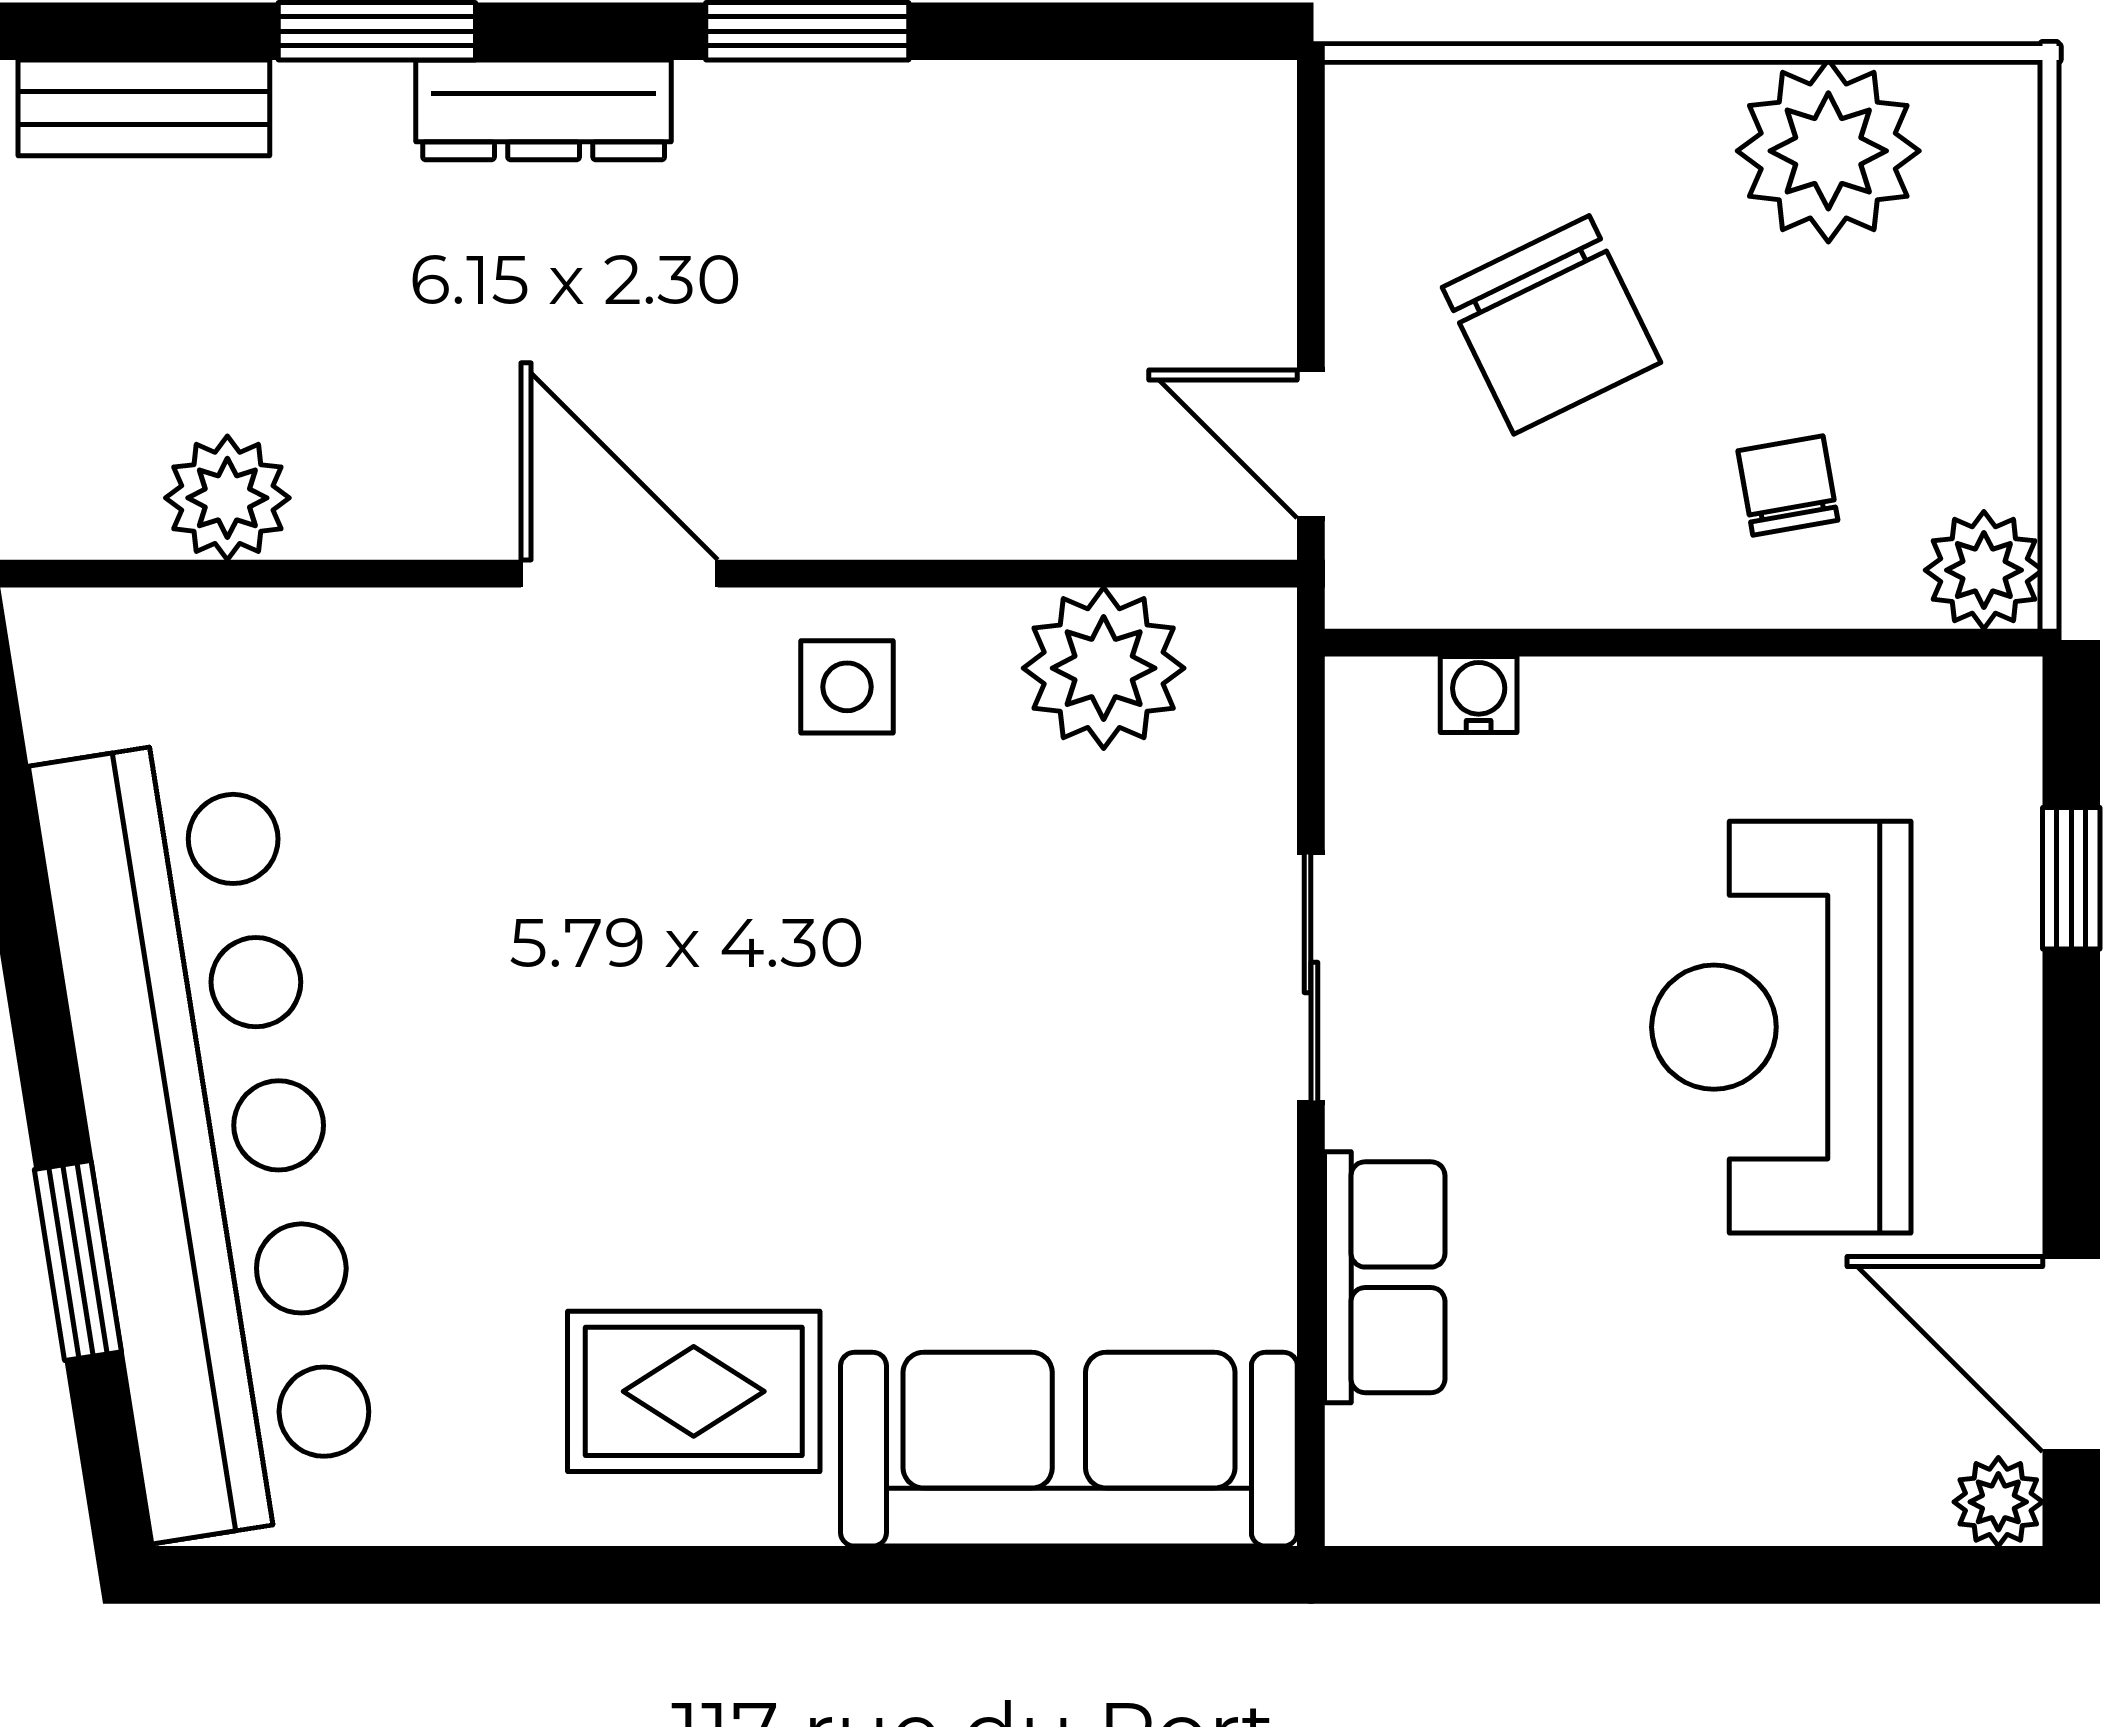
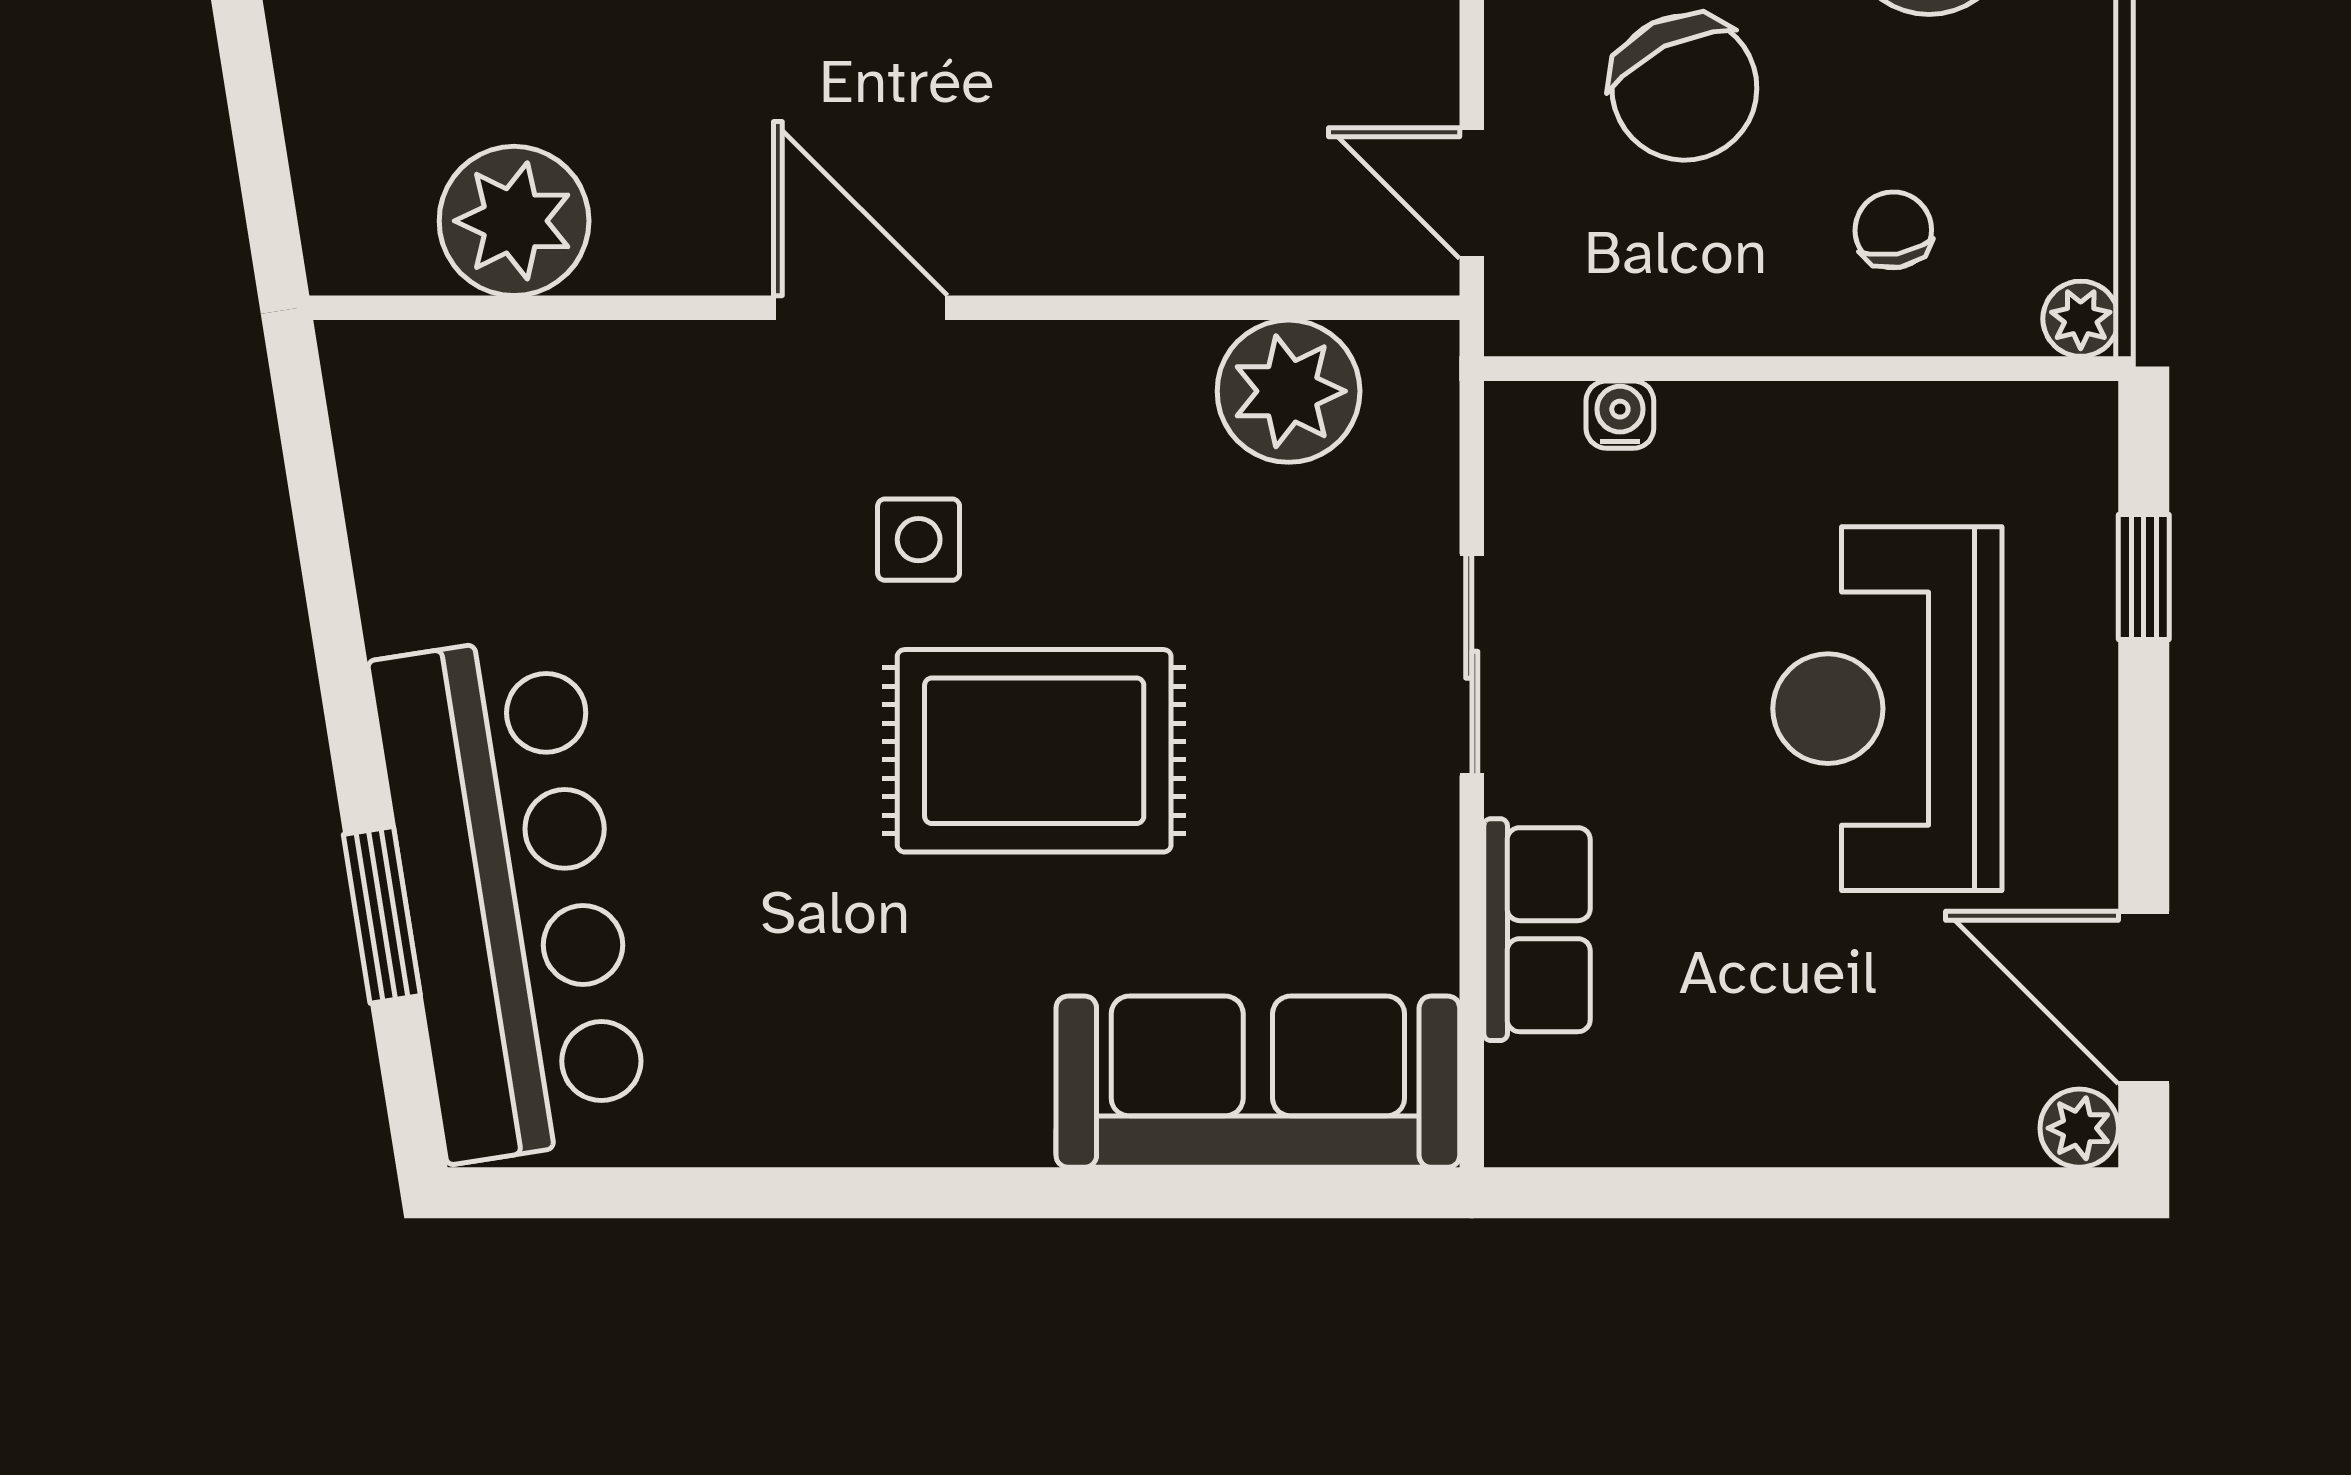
plant: (227, 498) -> (514, 221), width x1.36, depth x1.36
plant: (1984, 570) -> (2081, 319), width x0.73, depth x0.73
side table: (847, 687) -> (919, 540), moved
bar counter: (206, 1137) -> (510, 897), width x0.73
rug: (694, 1391) -> (1034, 751), moved, width x1.36, depth x1.43

